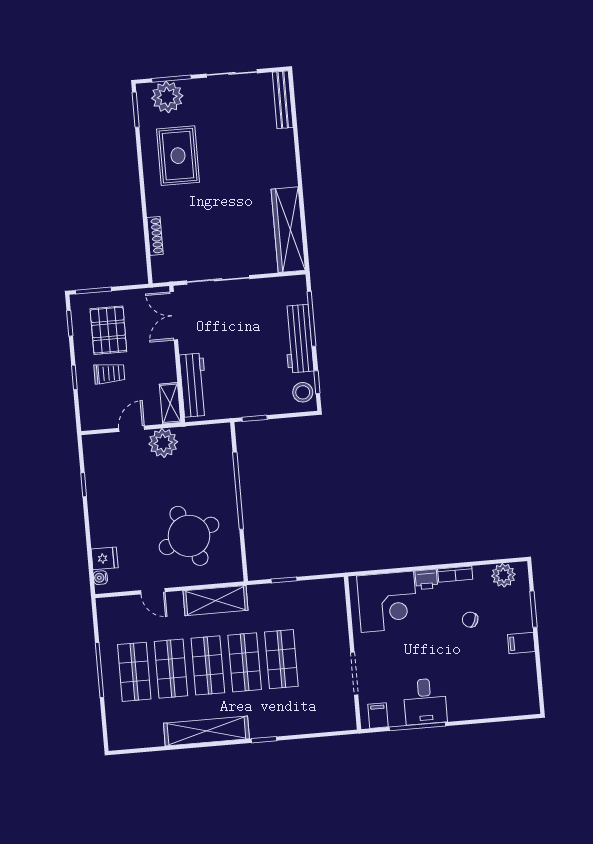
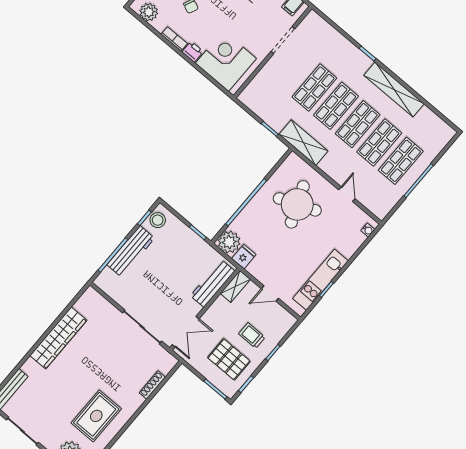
wardrobe: (288, 230) -> (58, 338), moved
pallet: (108, 330) -> (229, 359), turned 90
plant: (163, 443) -> (229, 242), moved
kitchen unit: (98, 488) -> (320, 280), added
fridge: (105, 558) -> (244, 257), moved, turned 90
shelving: (215, 601) -> (304, 143), moved

